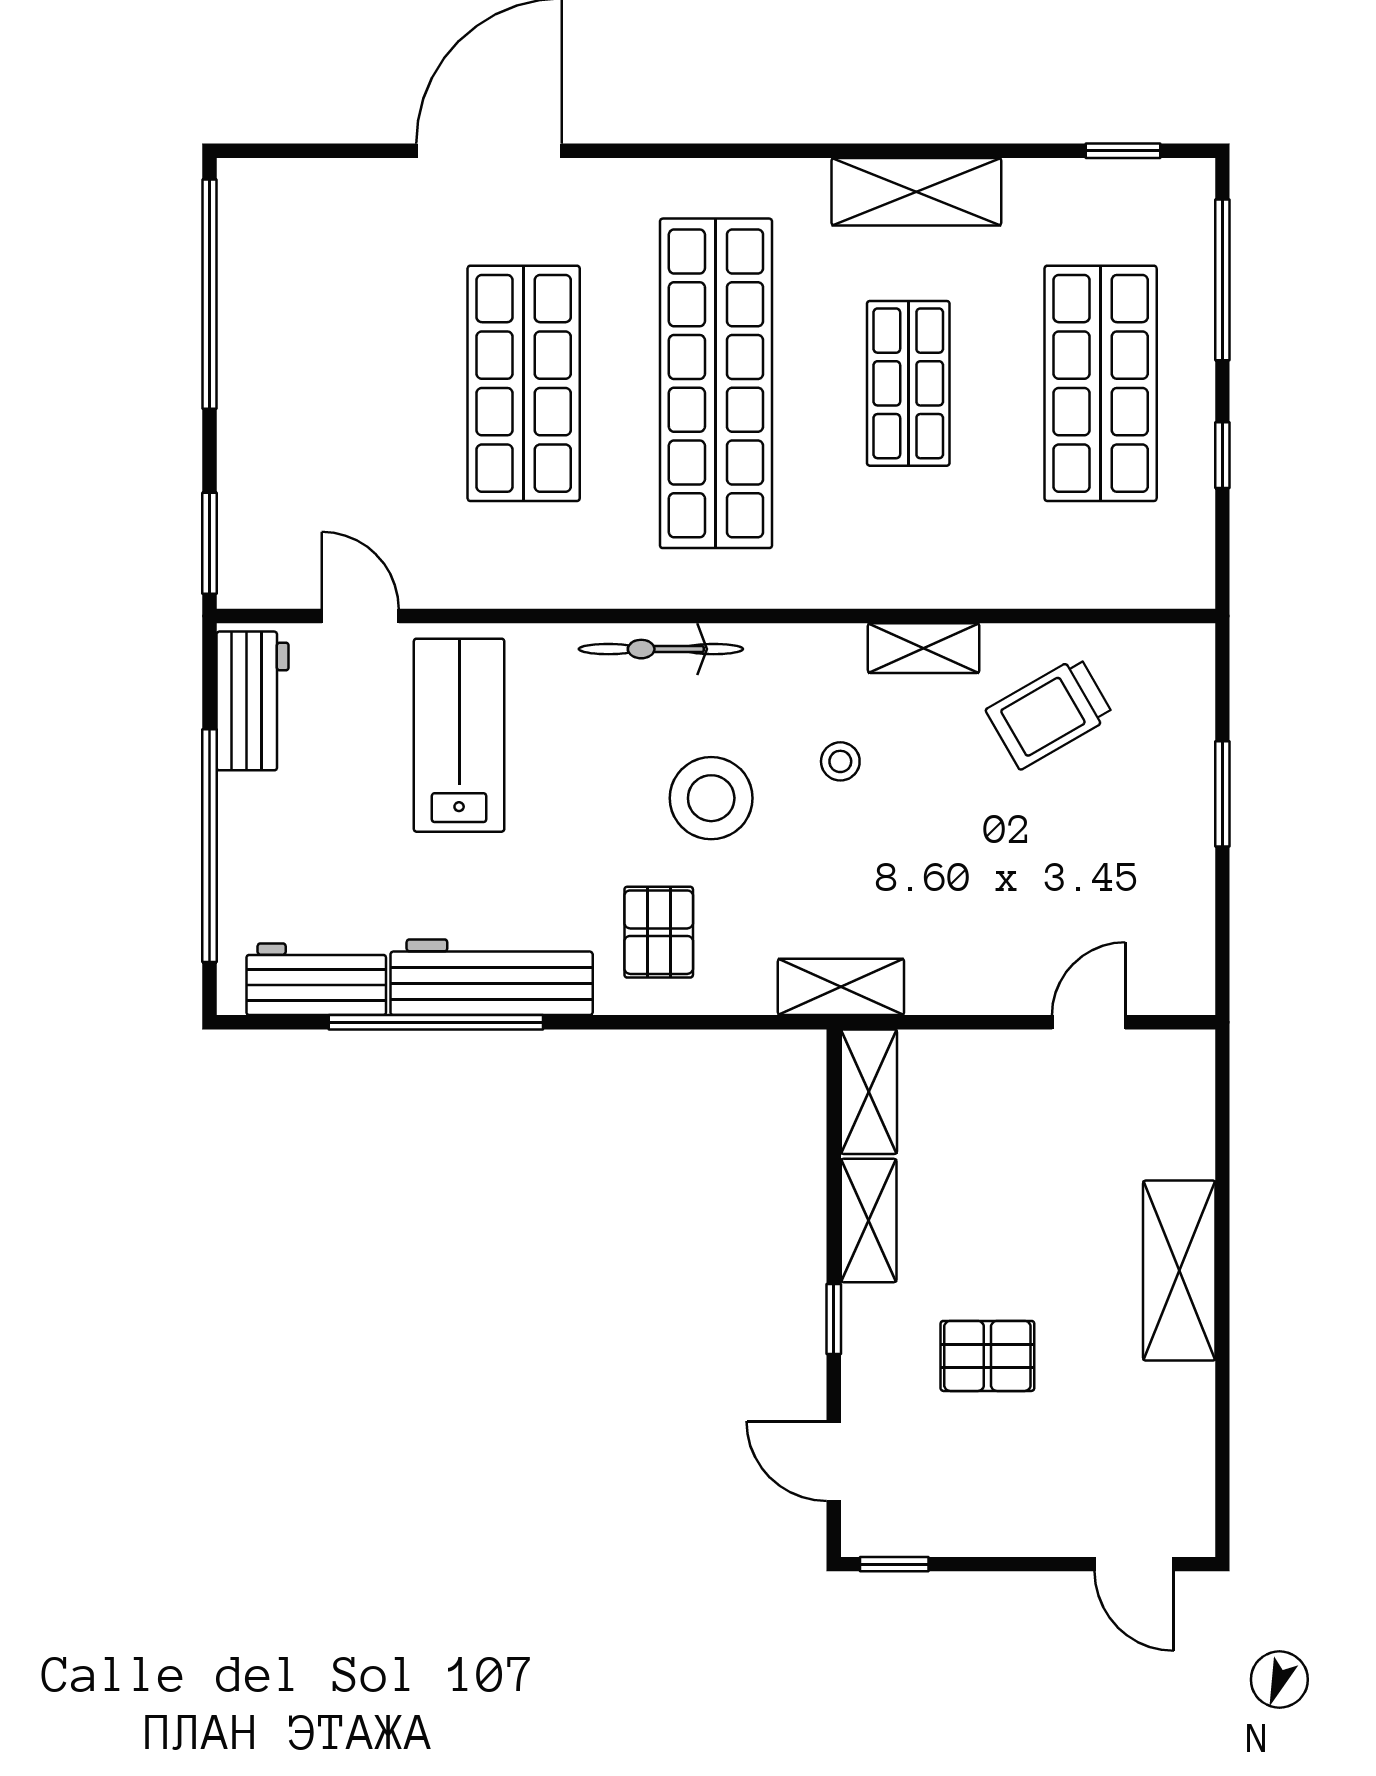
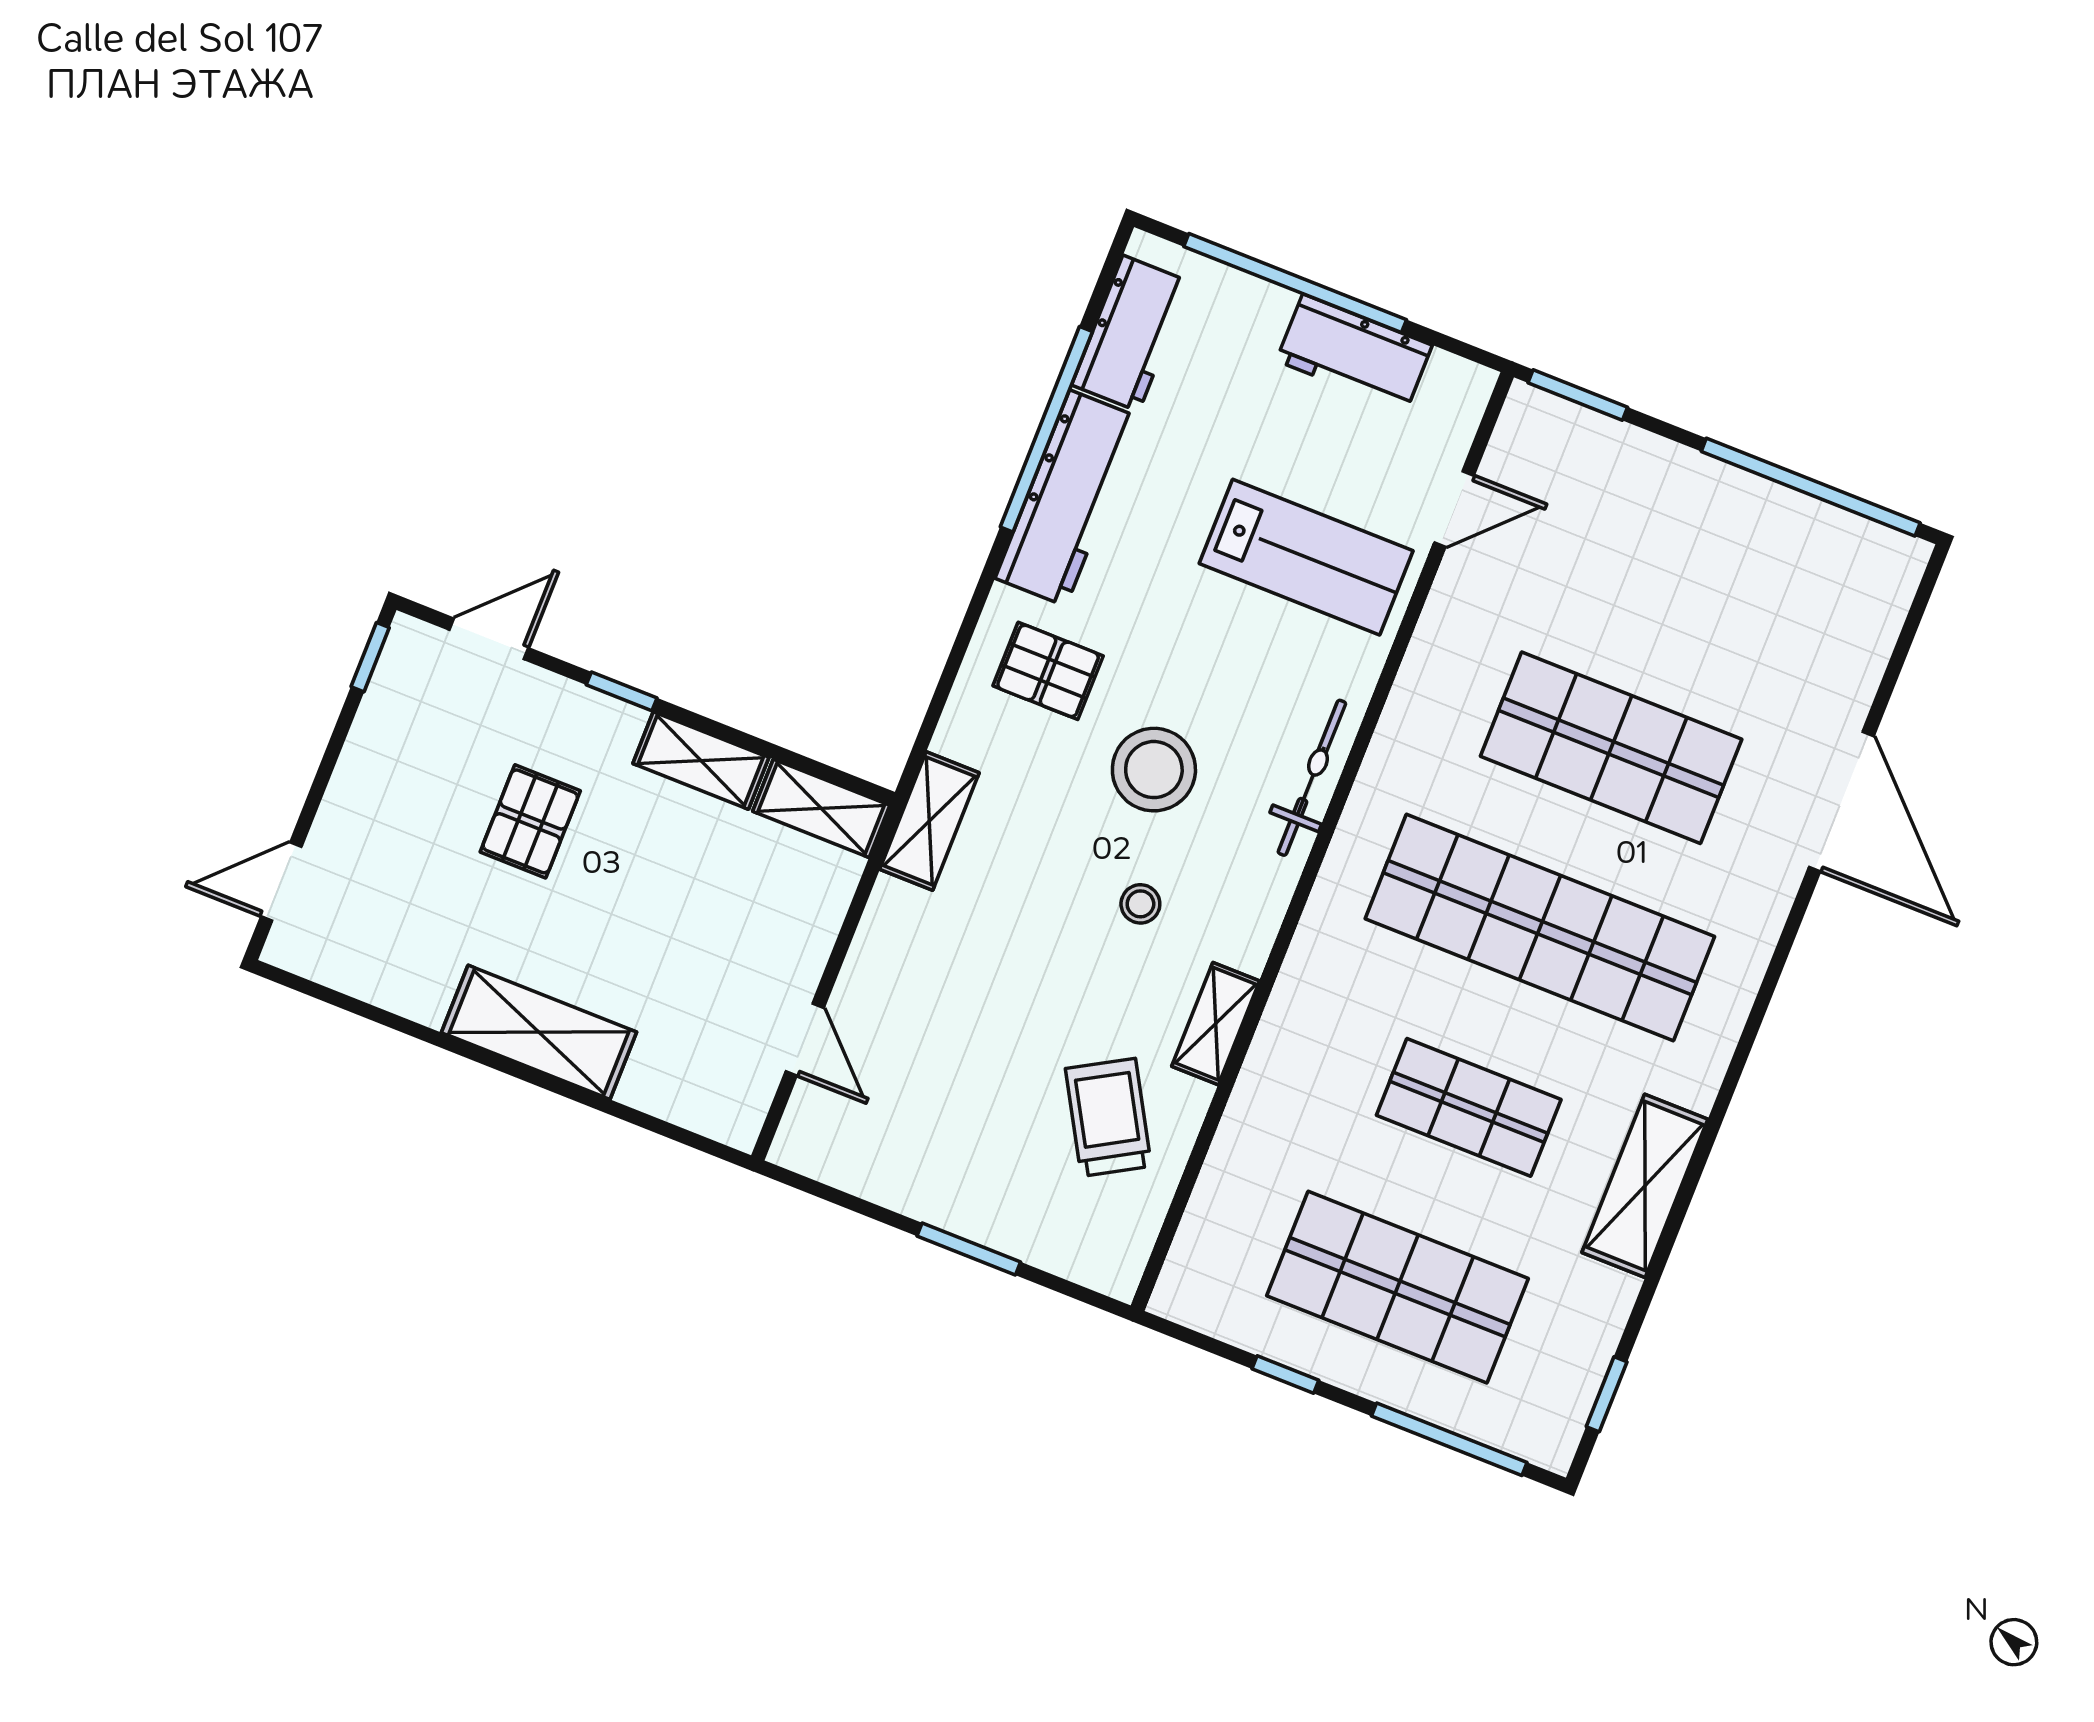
workbench: (252, 701) -> (1354, 353), moved

